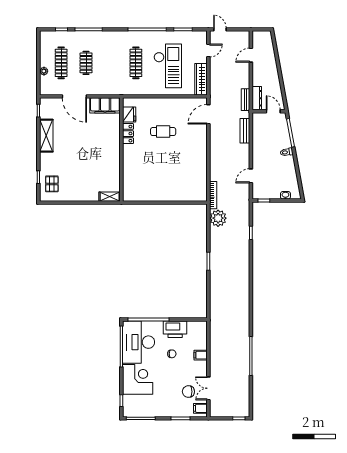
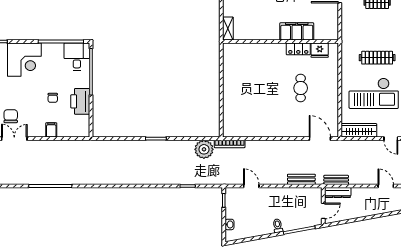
filing cabinet: (105, 105) -> (297, 31), moved, turned 90
desk: (139, 342) -> (77, 57), width x0.53, depth x0.77

